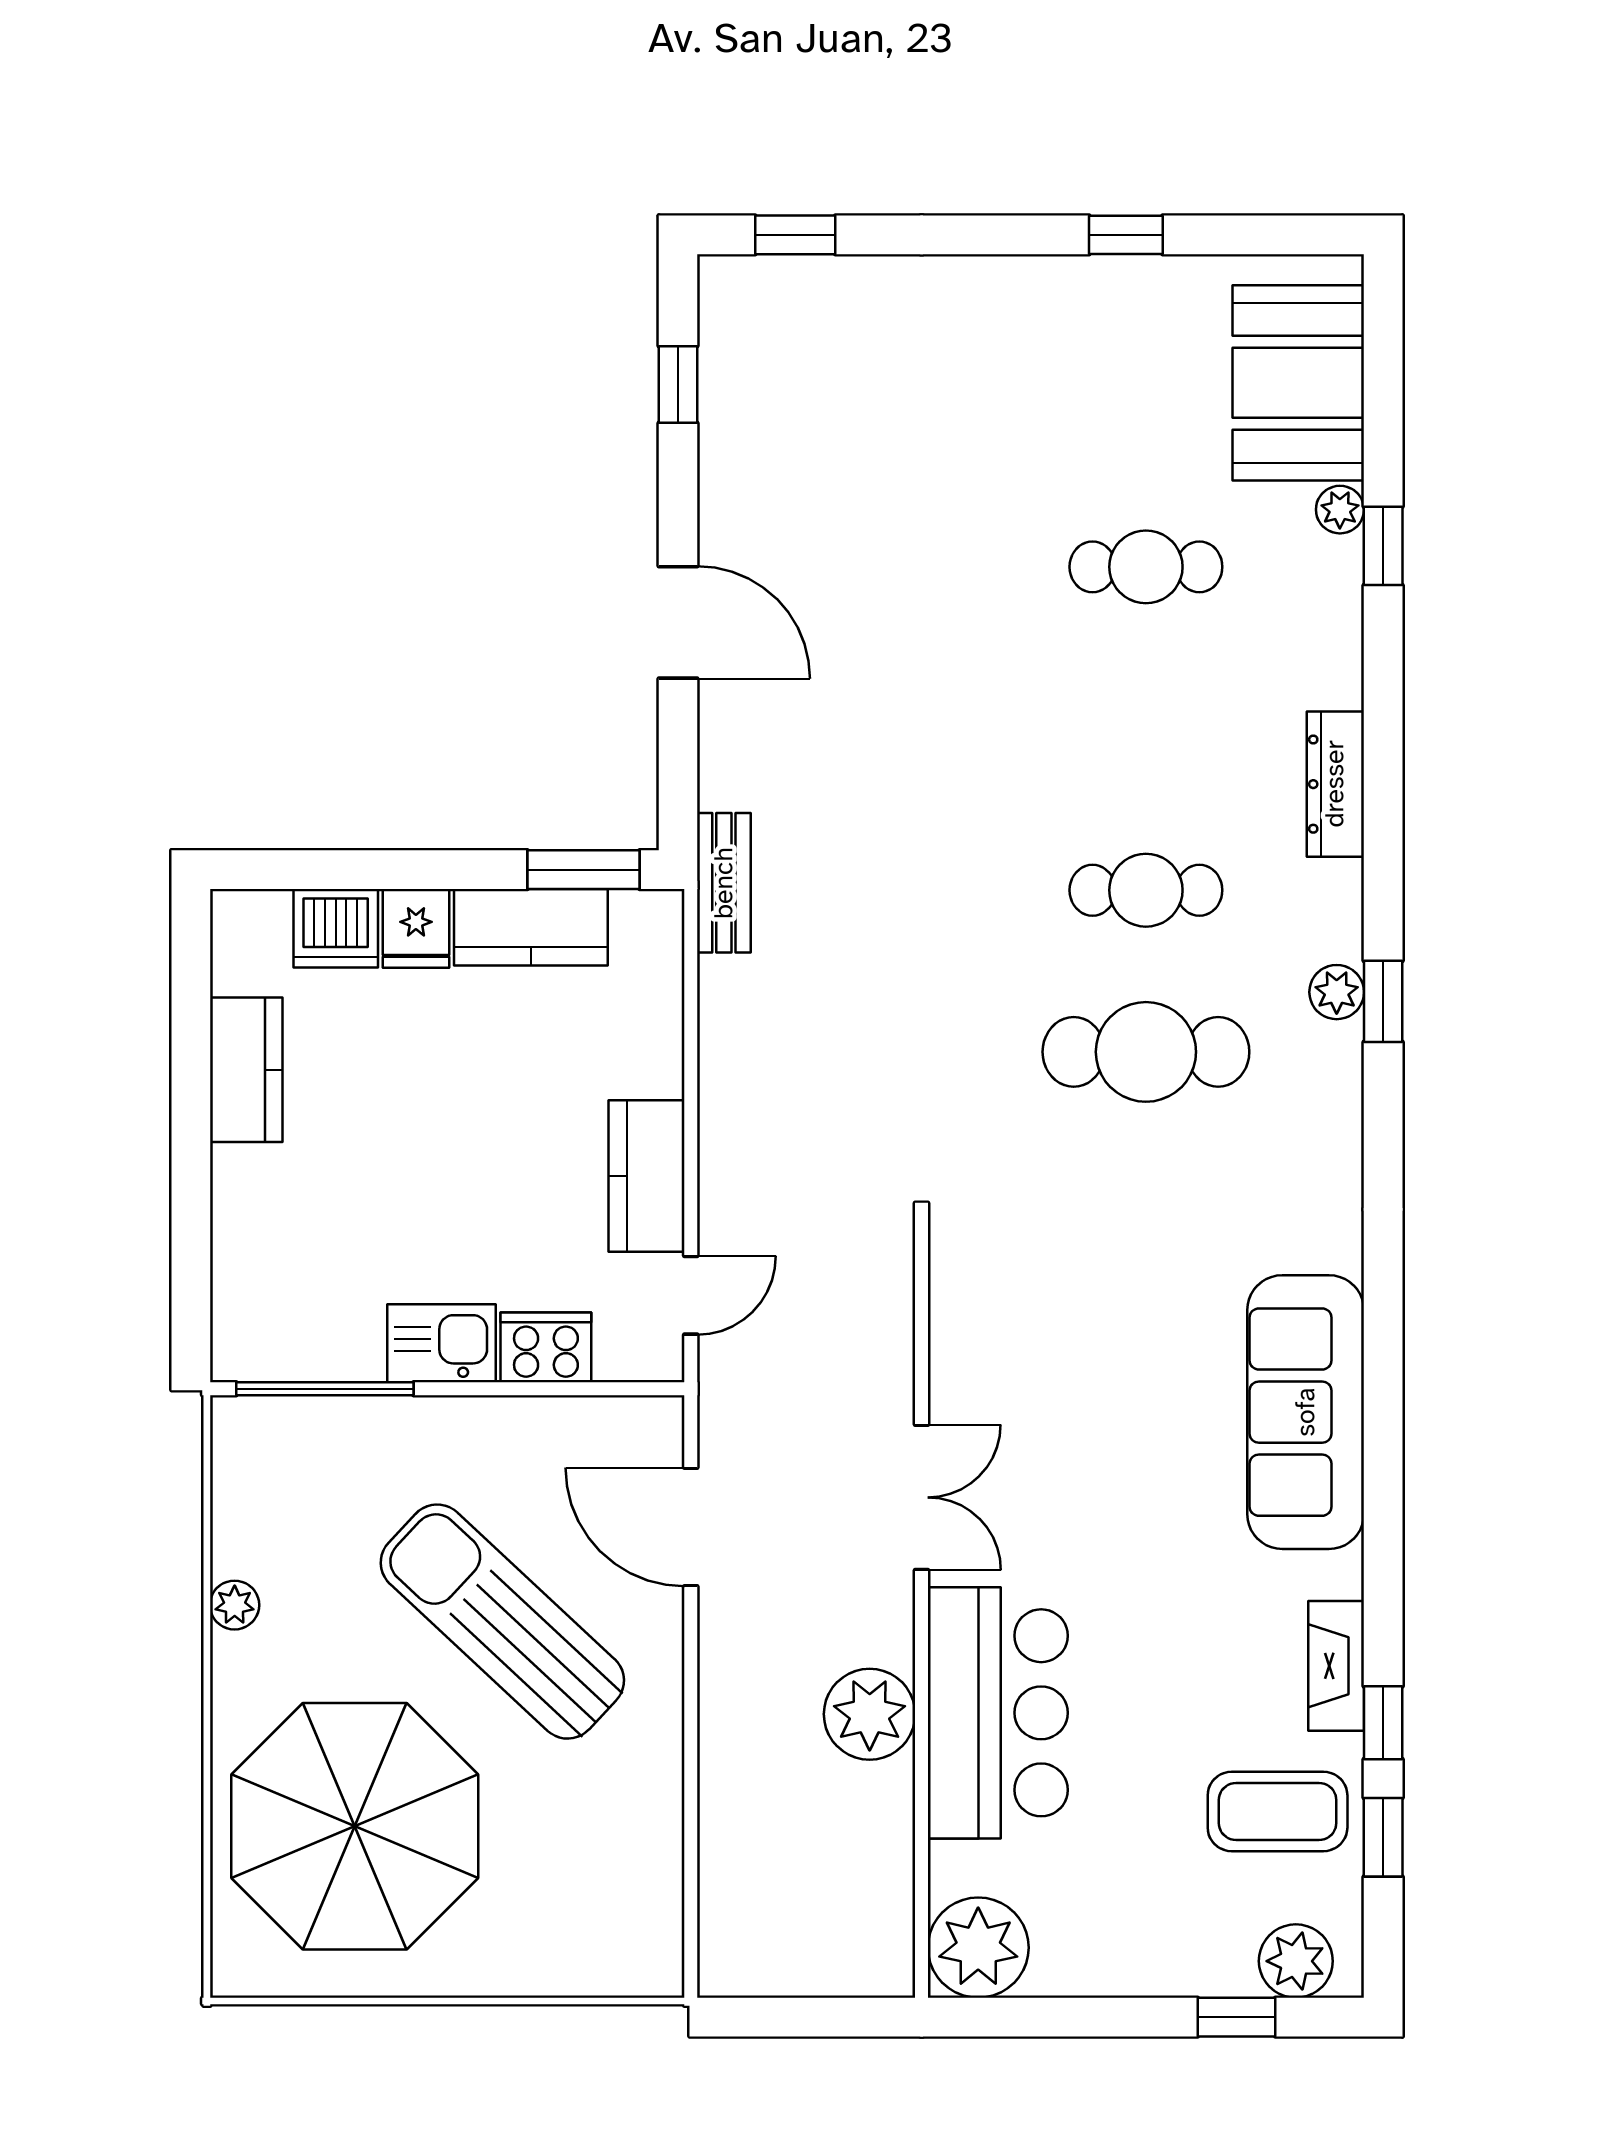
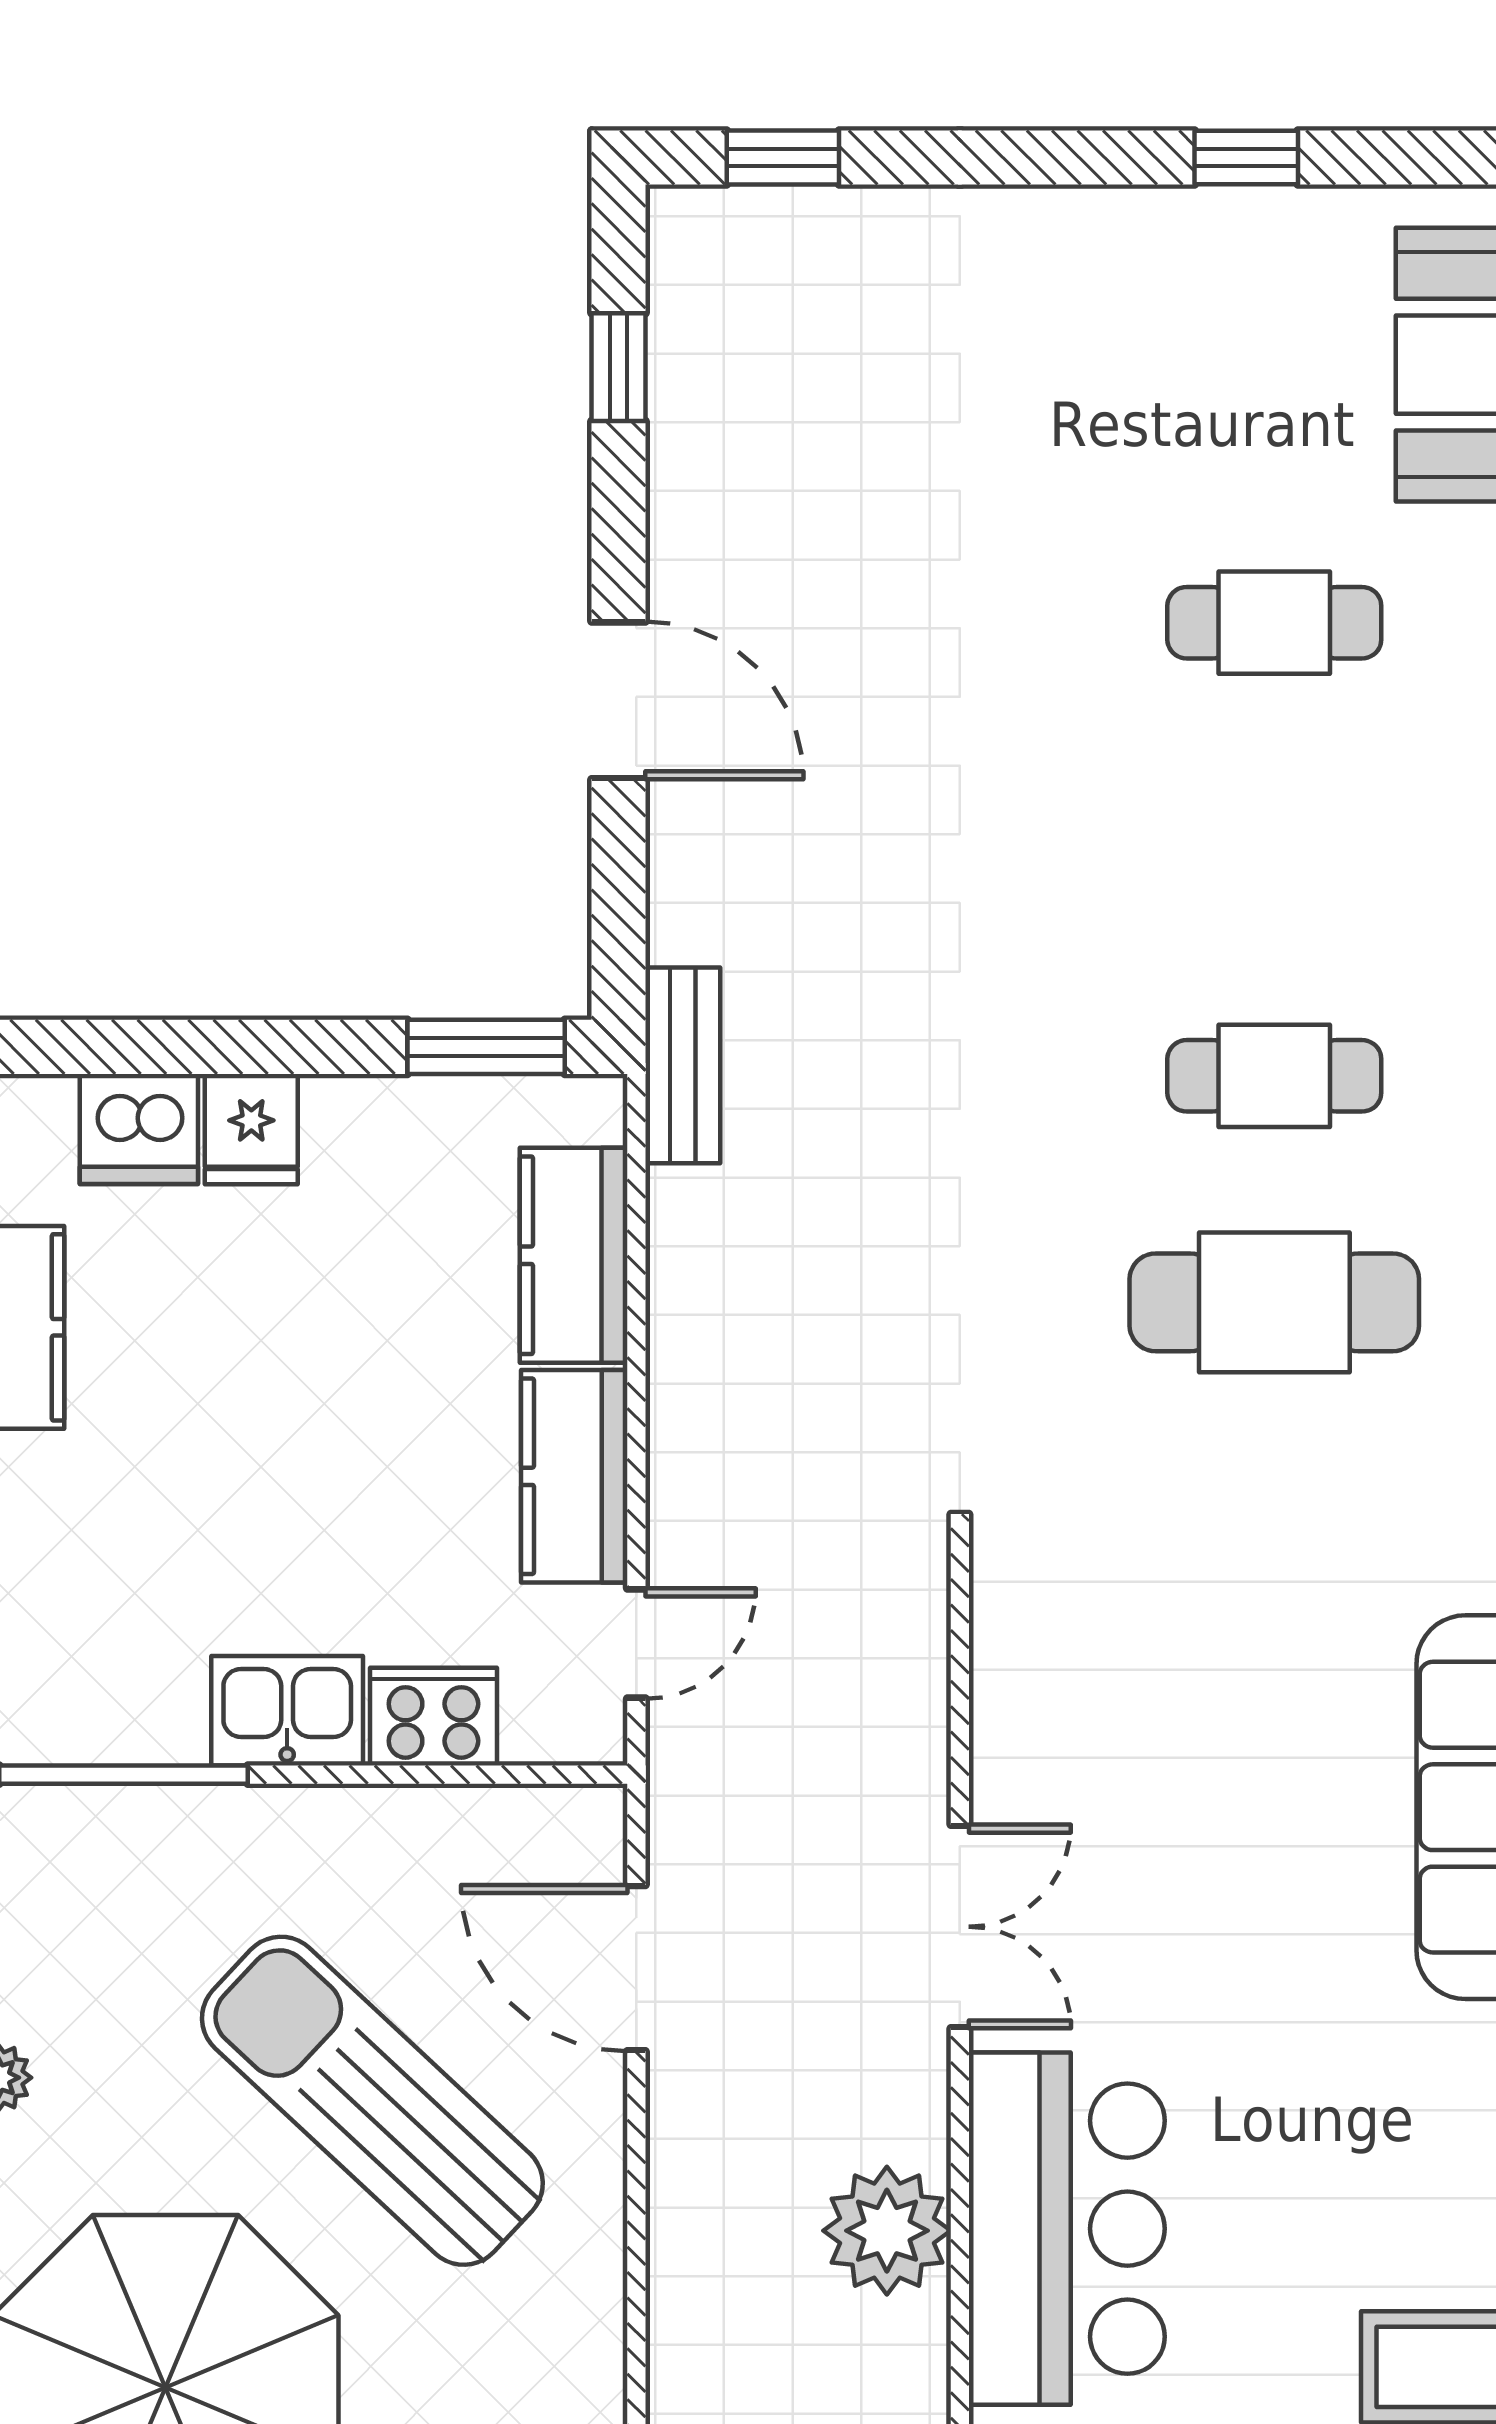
kitchen counter: (531, 927) -> (574, 1255), moved, turned 90

